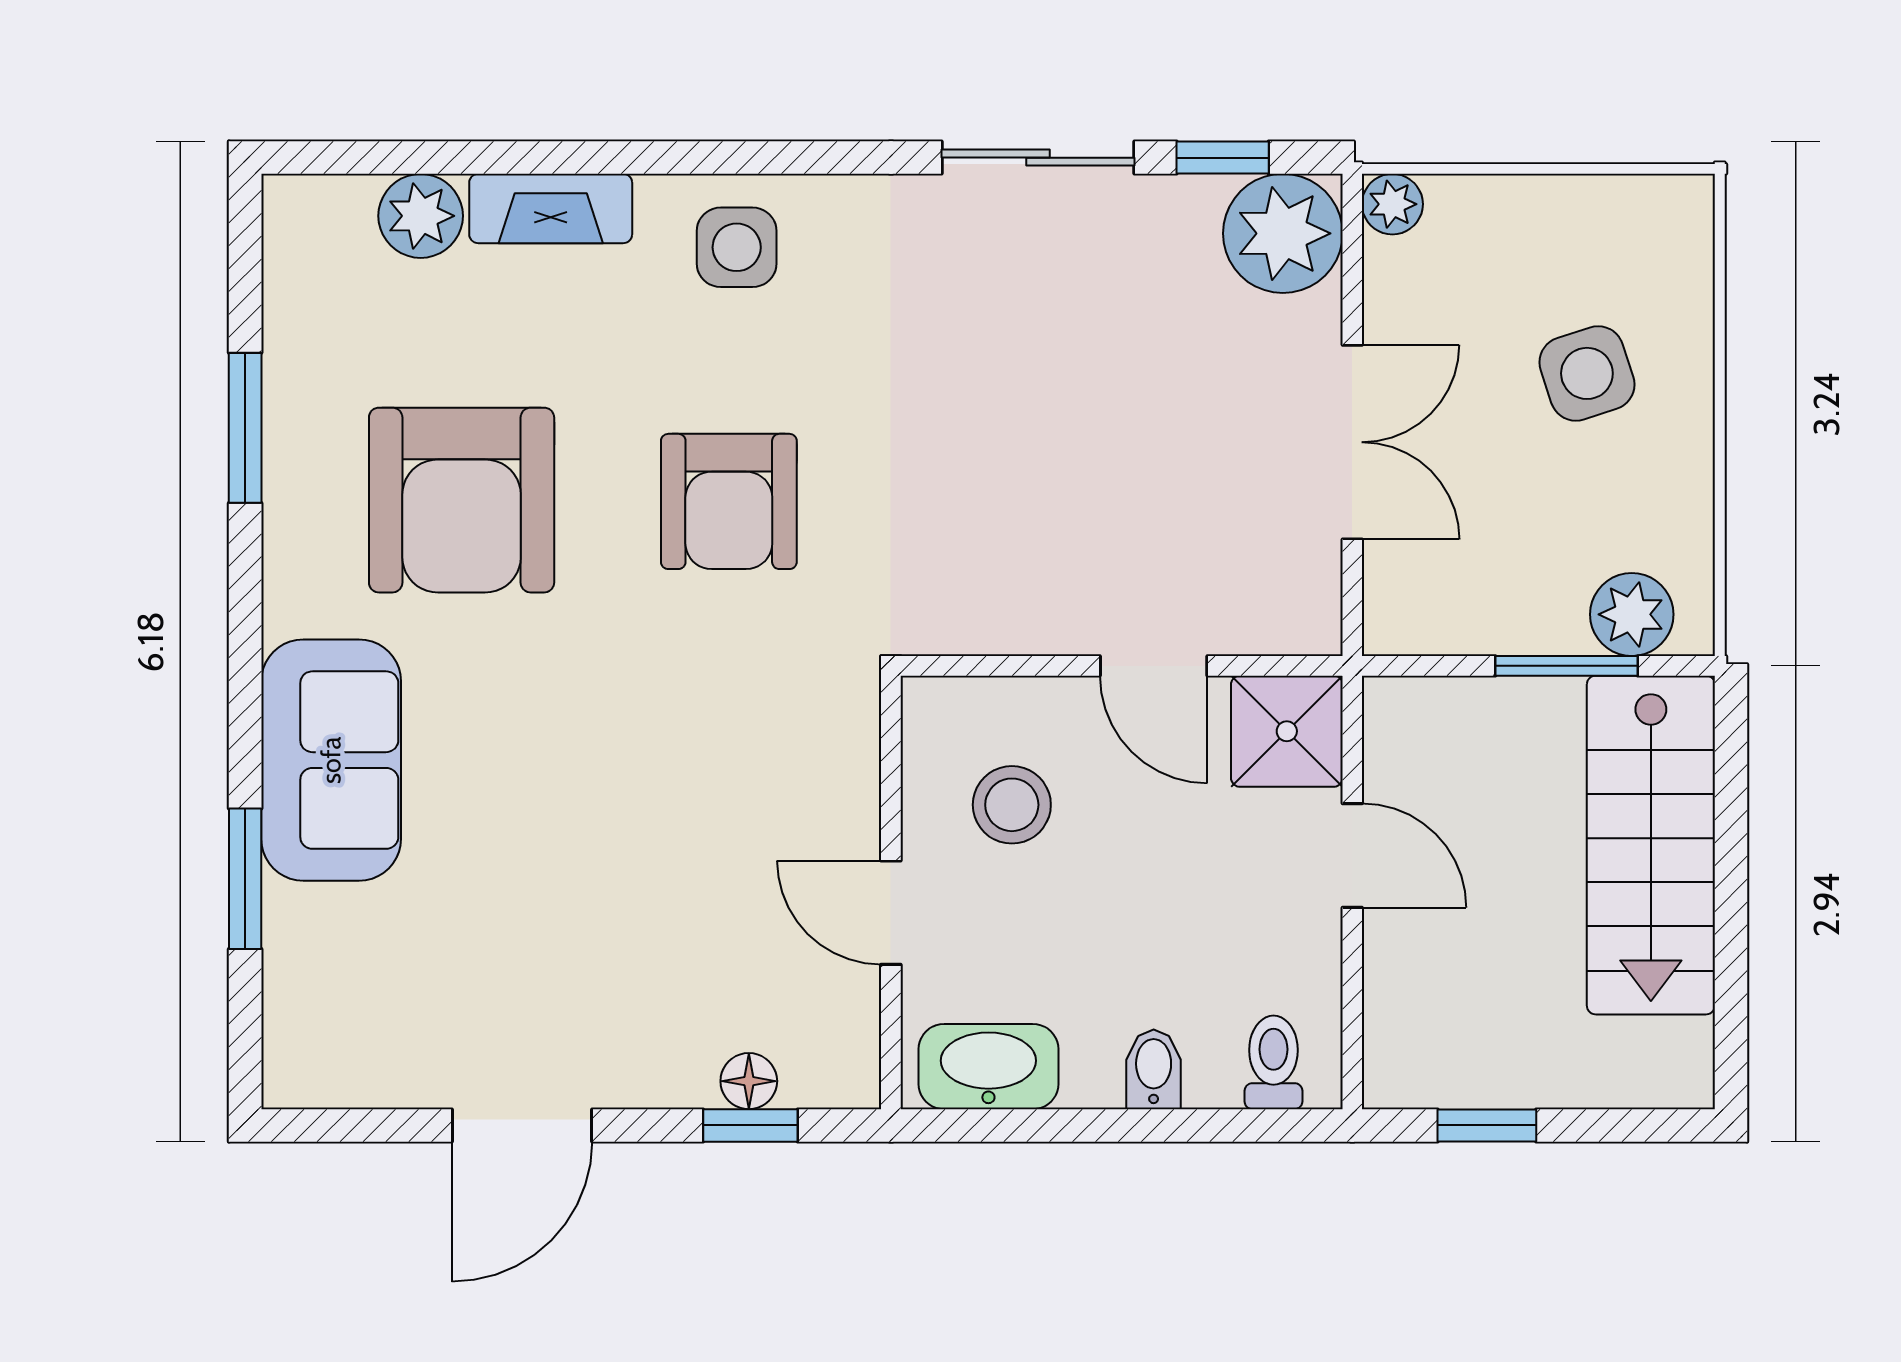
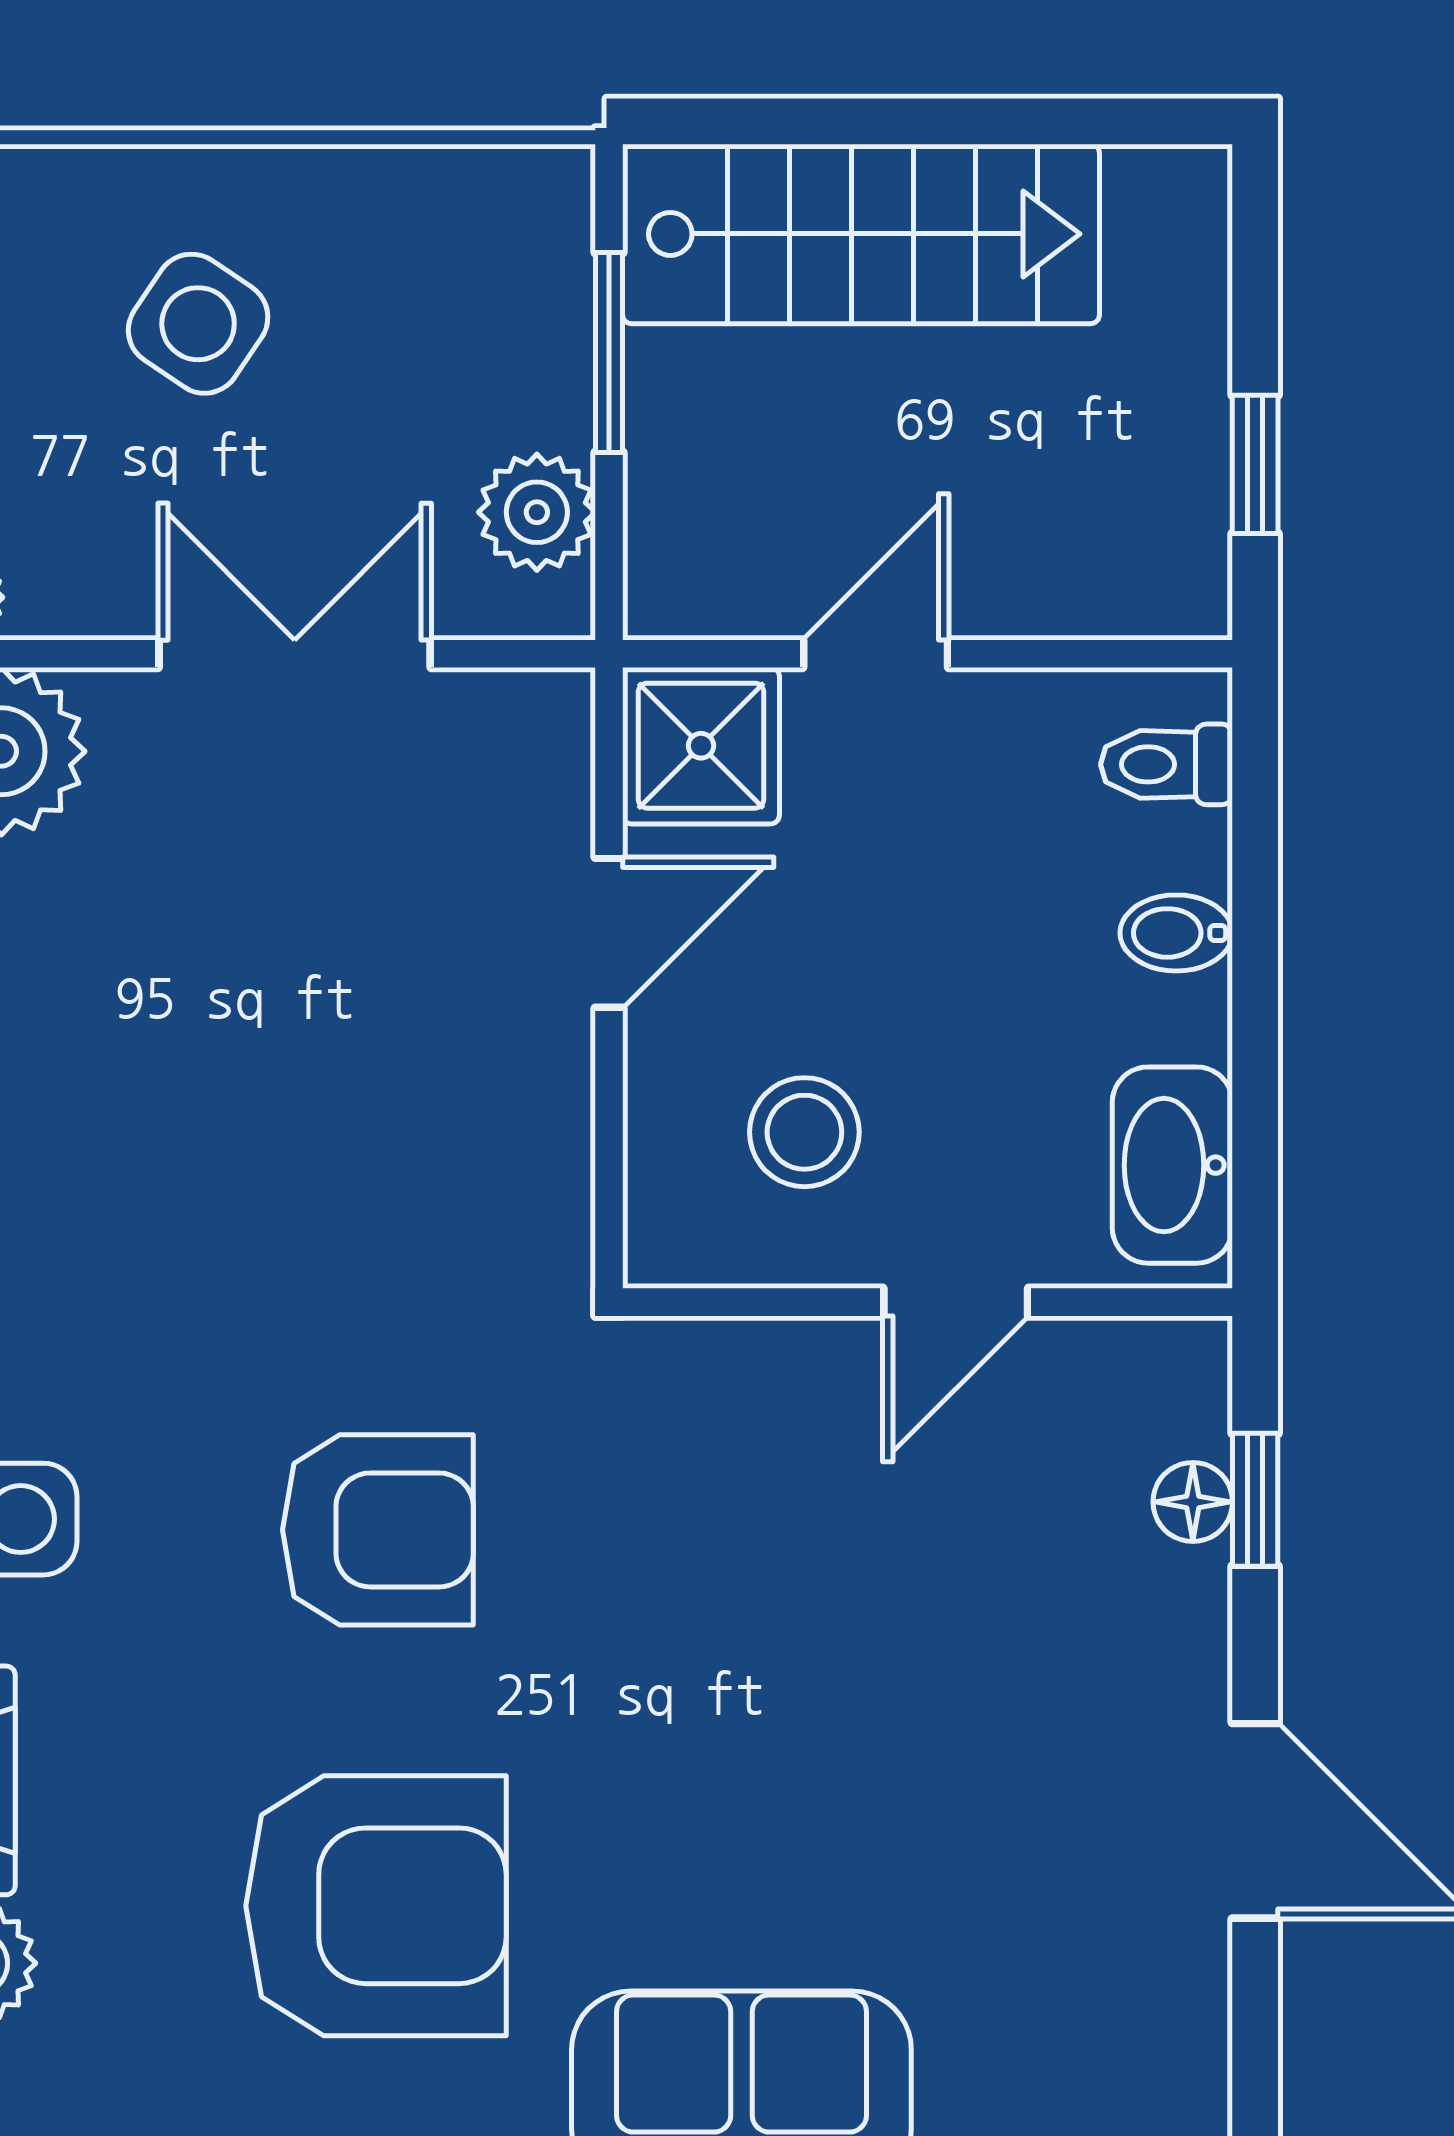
side table: (1587, 373) -> (198, 324), turned -38
plant: (1632, 614) -> (537, 512), moved

